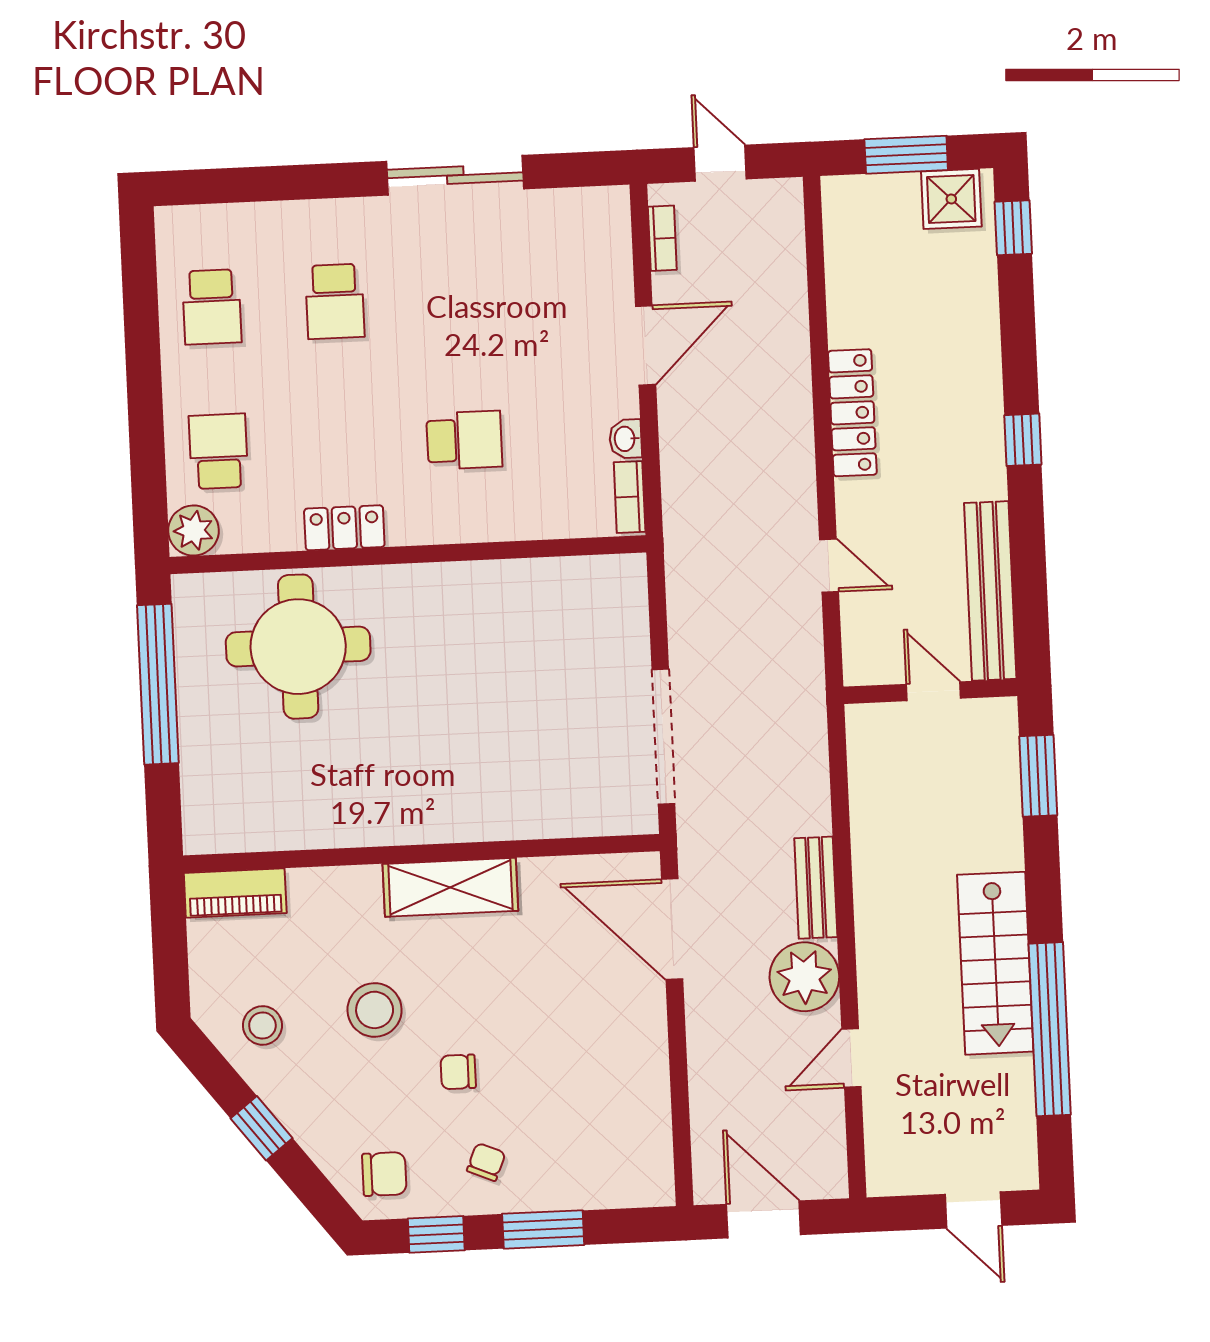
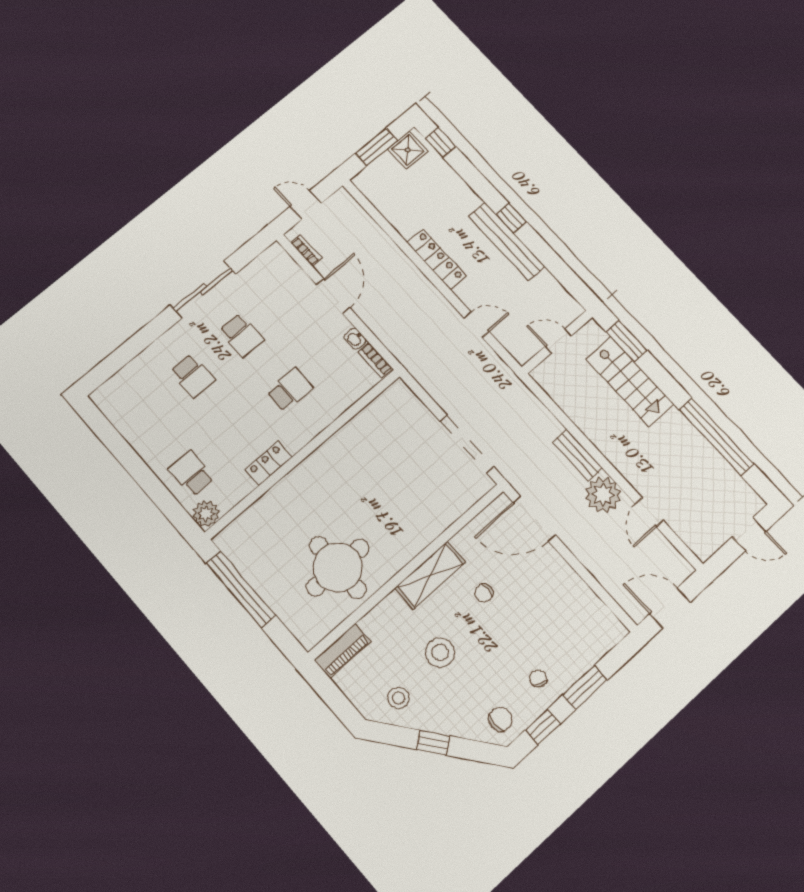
school desk: (212, 307) -> (242, 335), moved
bench: (990, 591) -> (507, 241), moved
round table: (298, 647) -> (338, 567), moved
stairs: (995, 963) -> (630, 382), moved
chair: (458, 1072) -> (484, 593), moved

